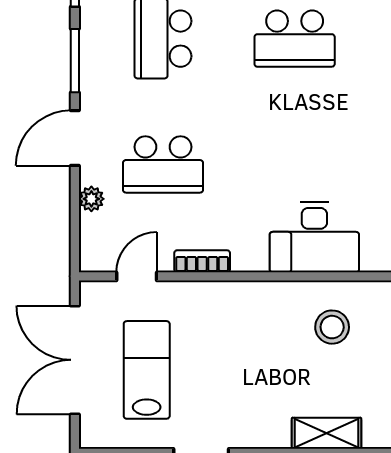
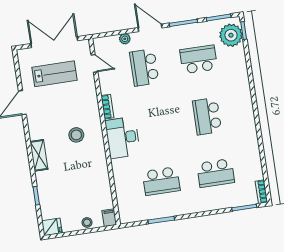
bookcase: (202, 261) -> (107, 107), moved
stool: (332, 327) -> (76, 135), moved

